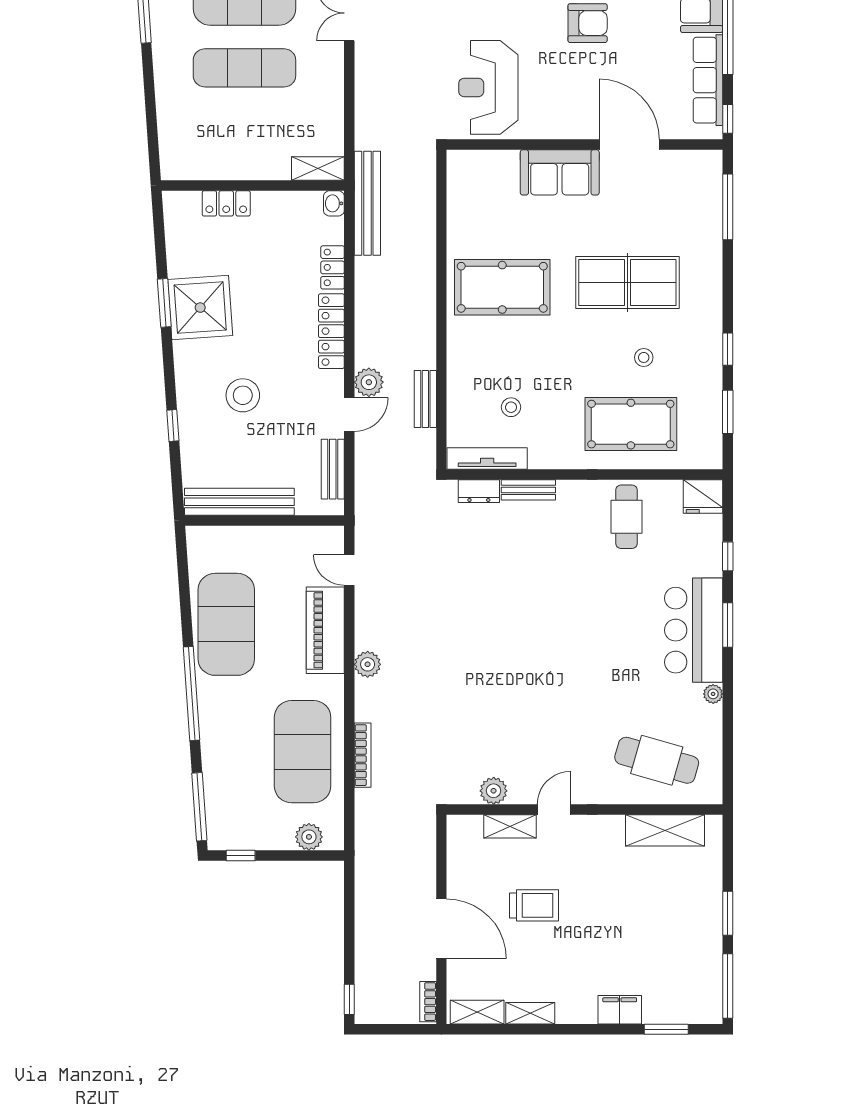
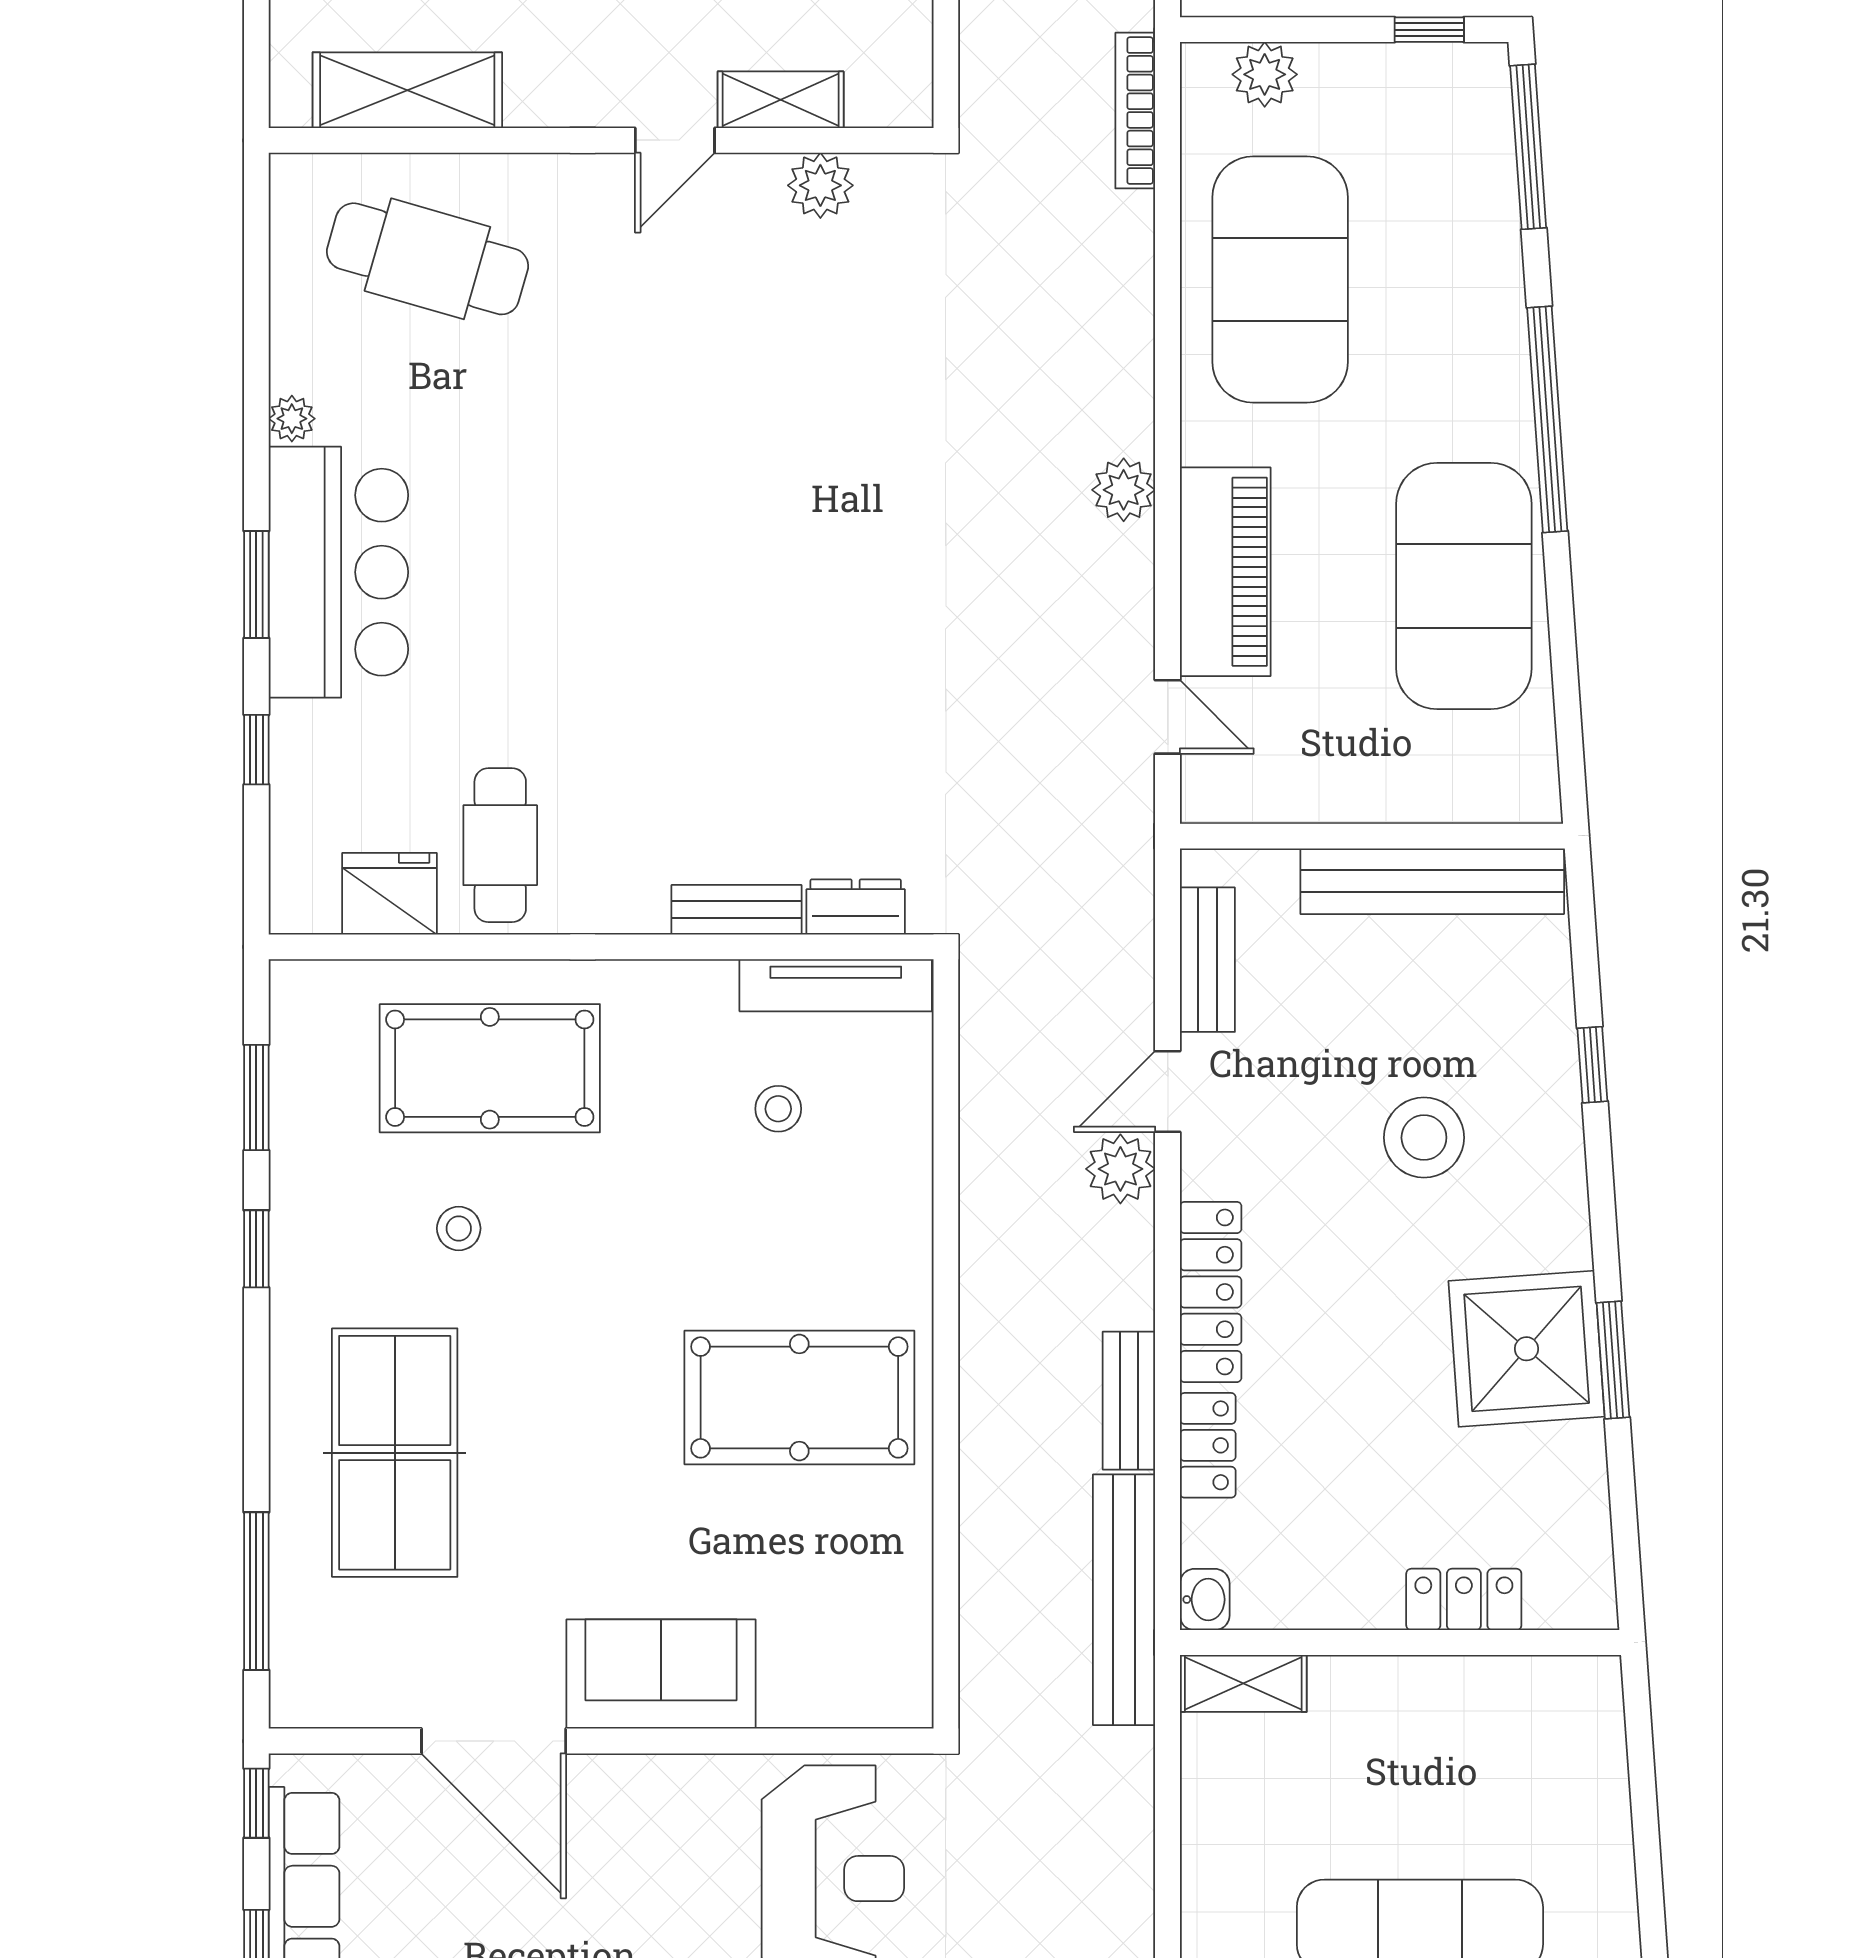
table tennis table: (627, 283) -> (395, 1453), moved, turned 90
bench: (425, 399) -> (1129, 1401), moved
fridge: (703, 497) -> (389, 894), moved
bookcase: (363, 755) -> (1135, 111), moved

